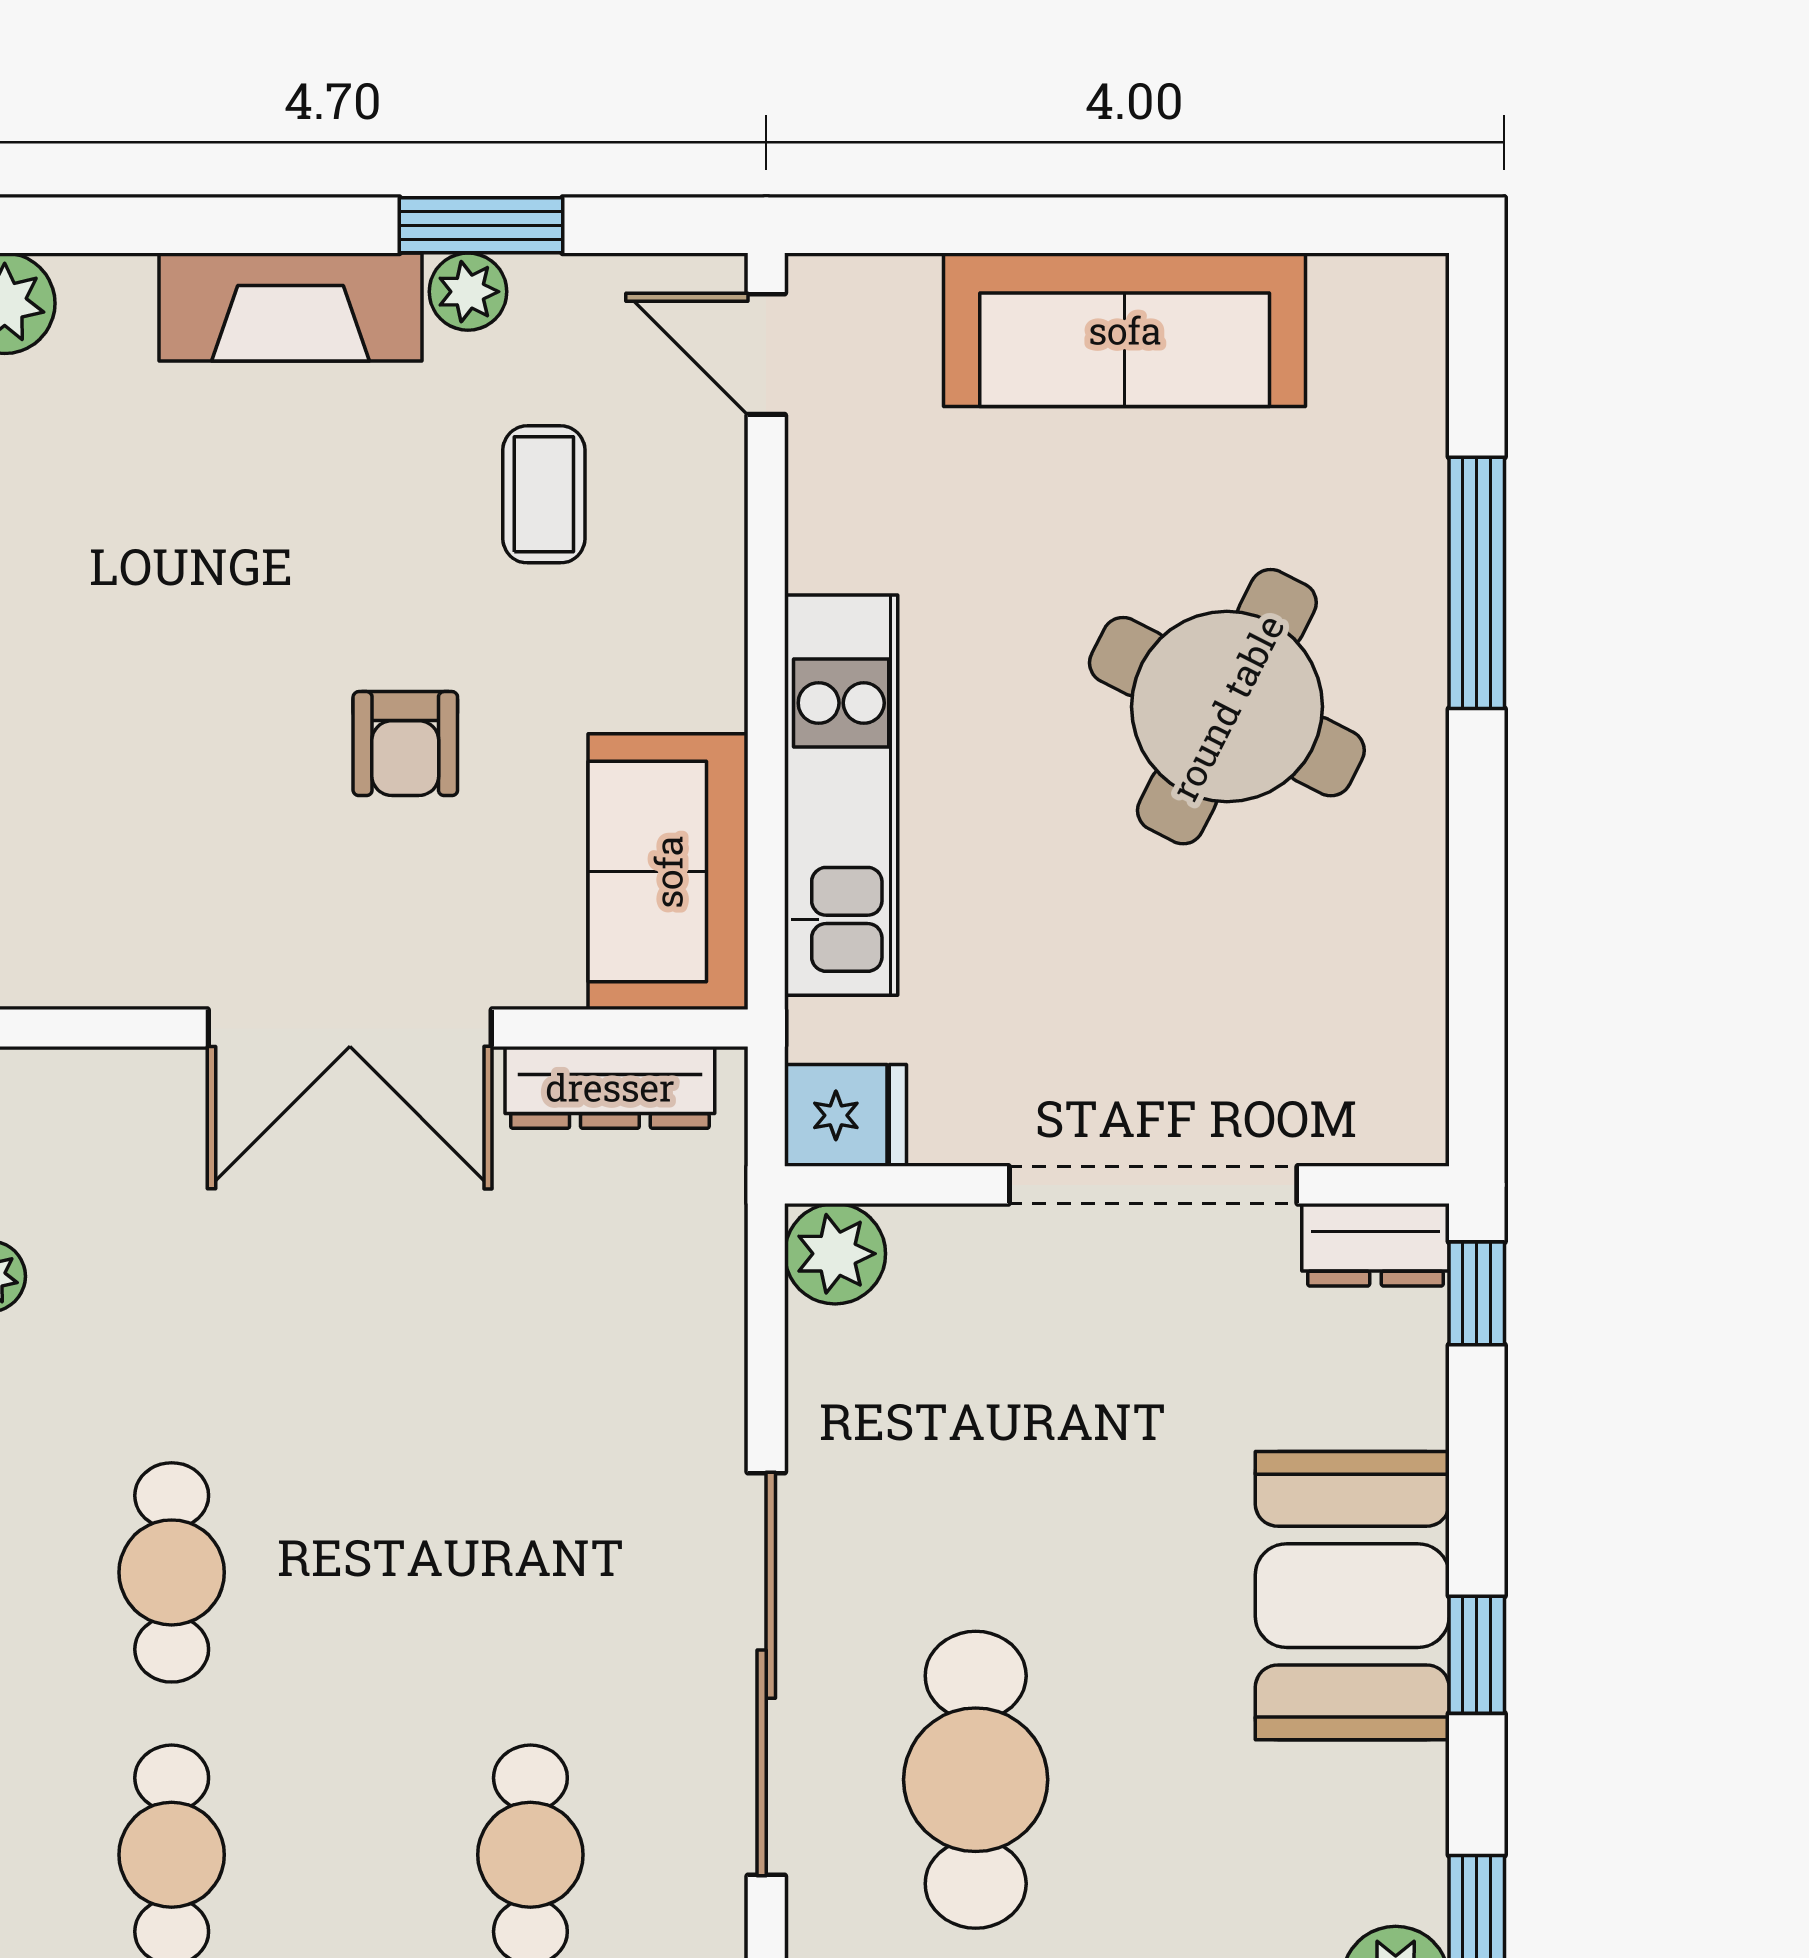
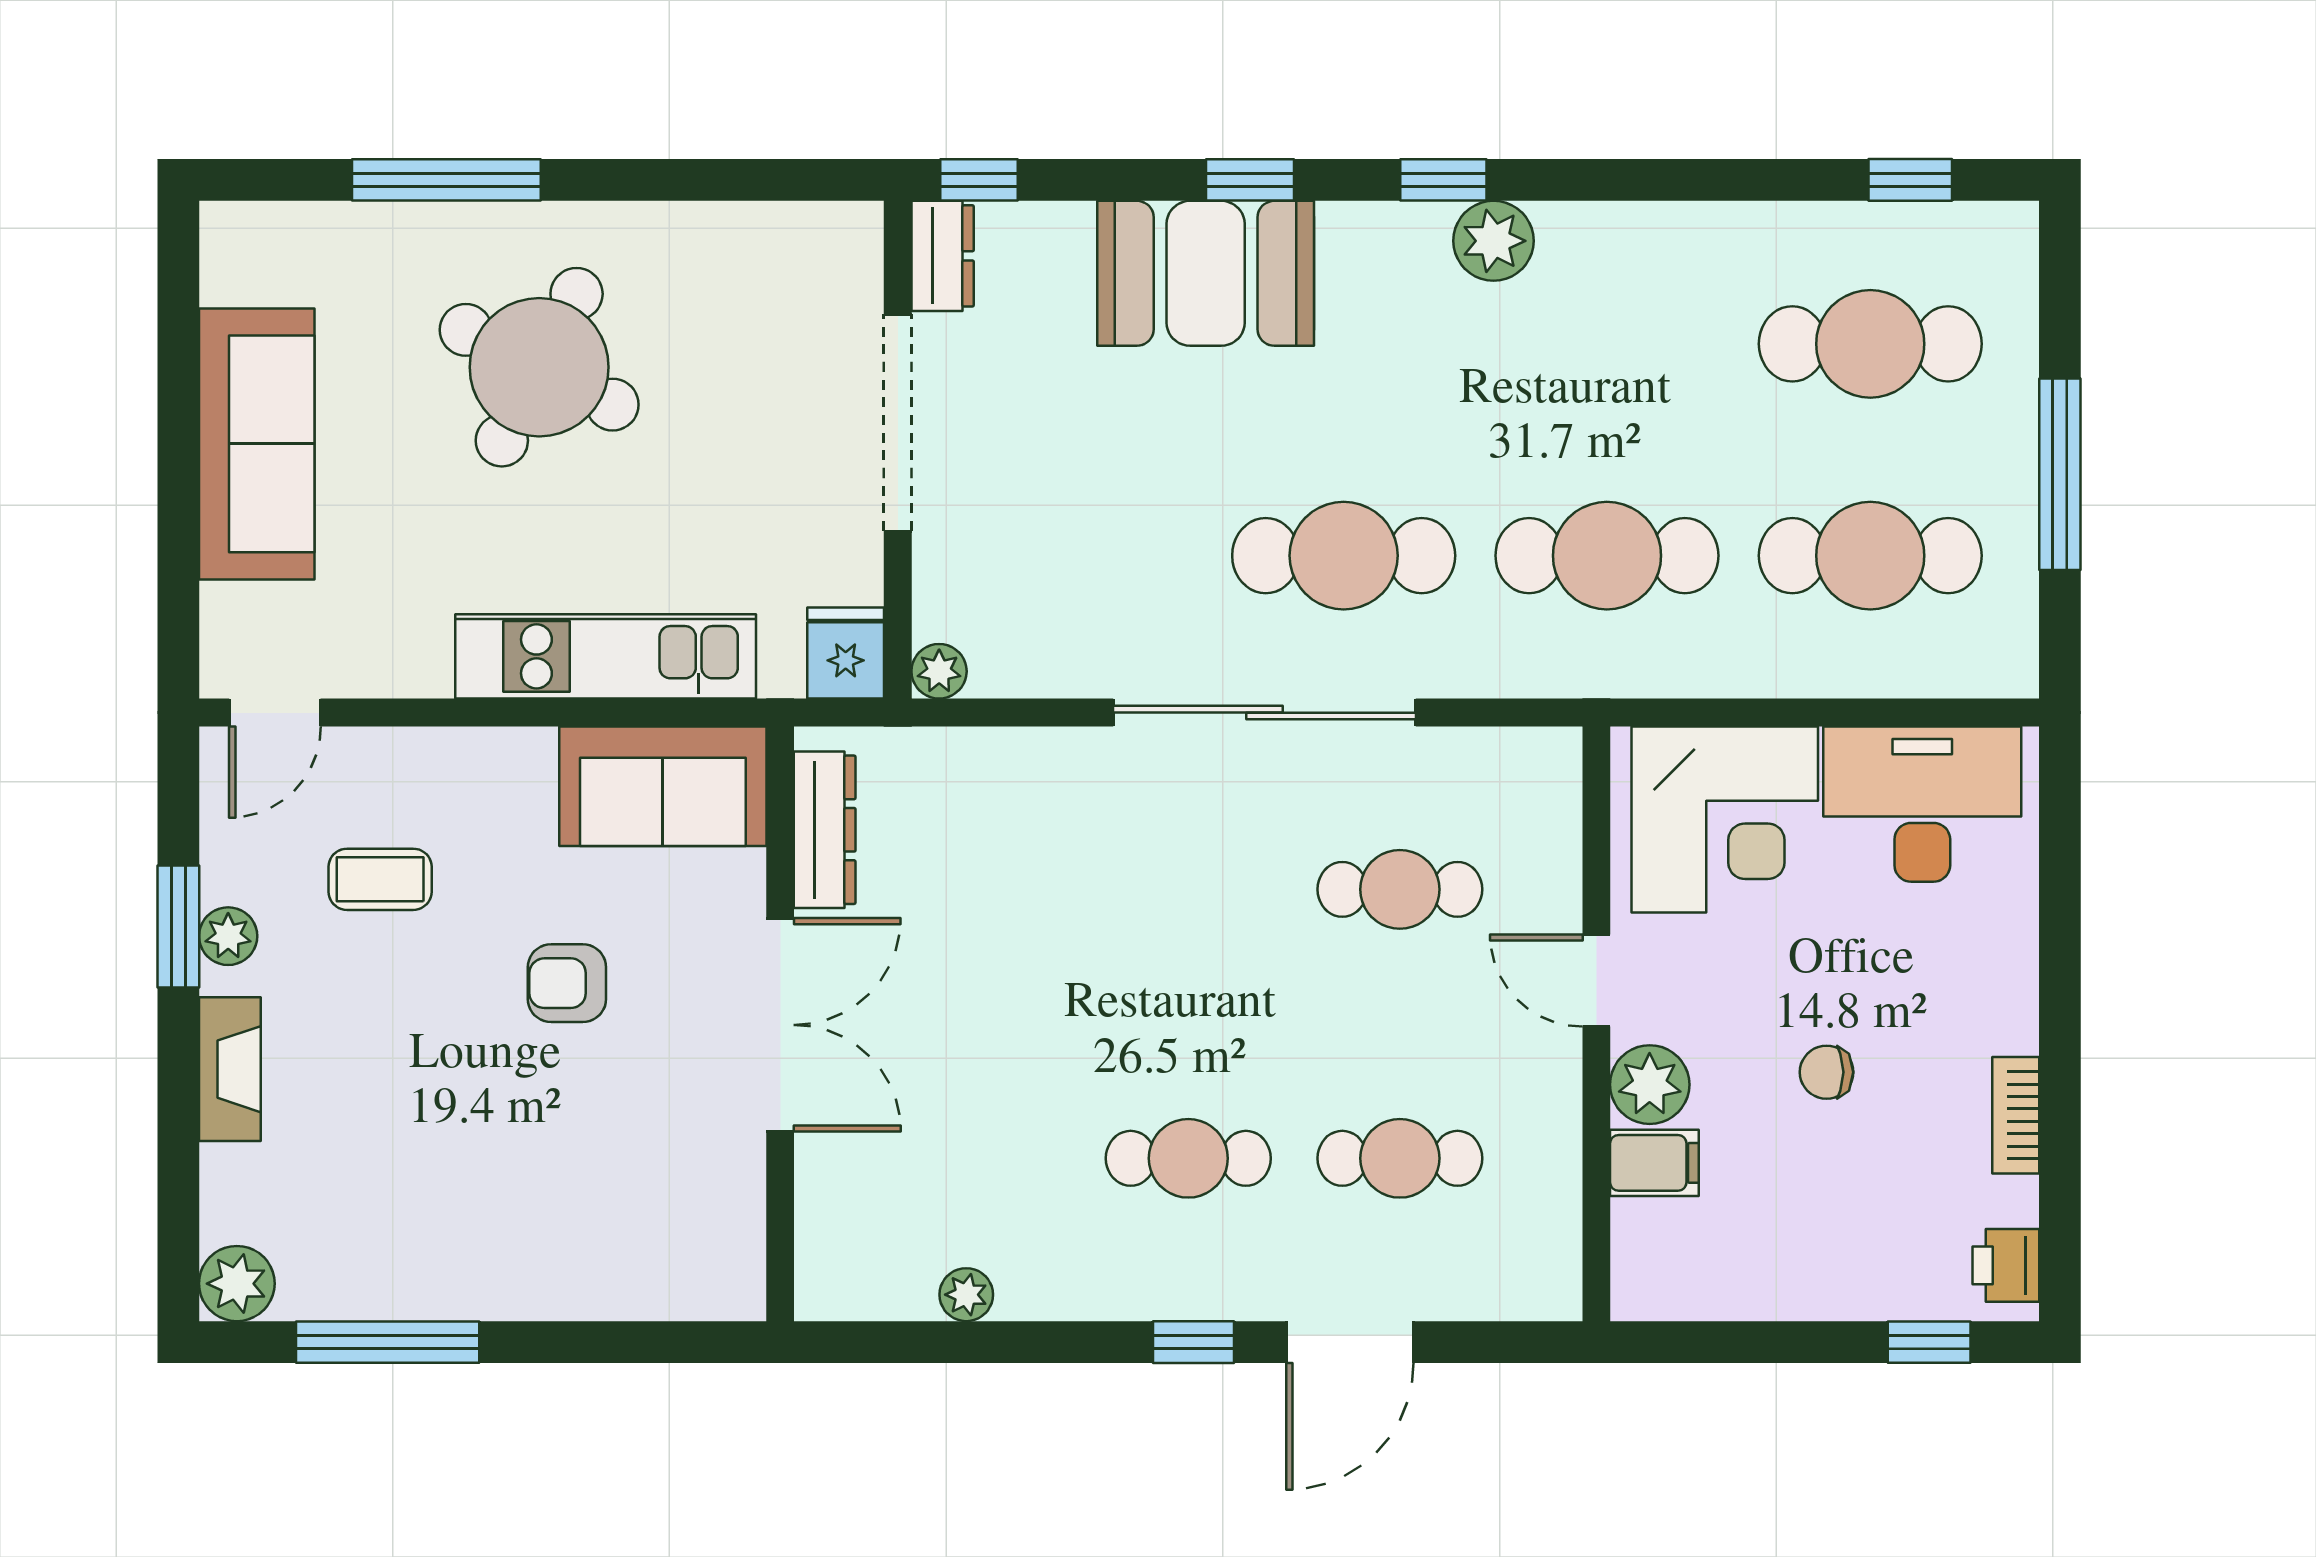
fireplace: (291, 307) -> (230, 1069), width x0.73, depth x0.76
armchair: (405, 744) -> (567, 983), turned 180
plant: (835, 1254) -> (939, 671), width x0.73, depth x0.73

